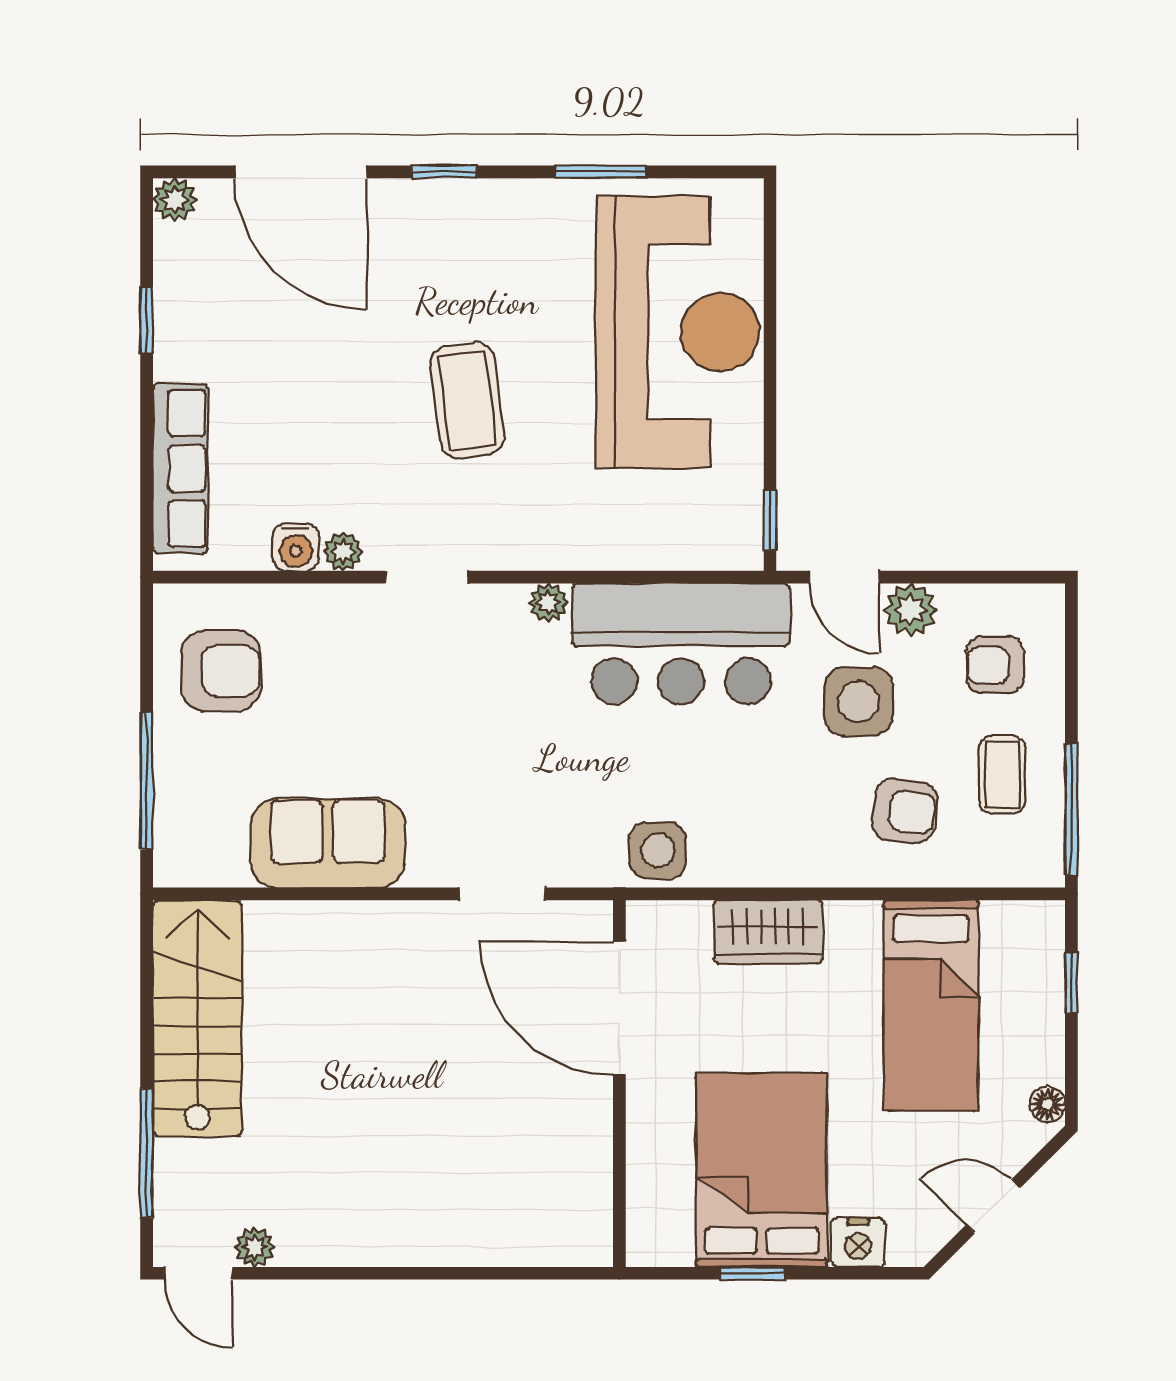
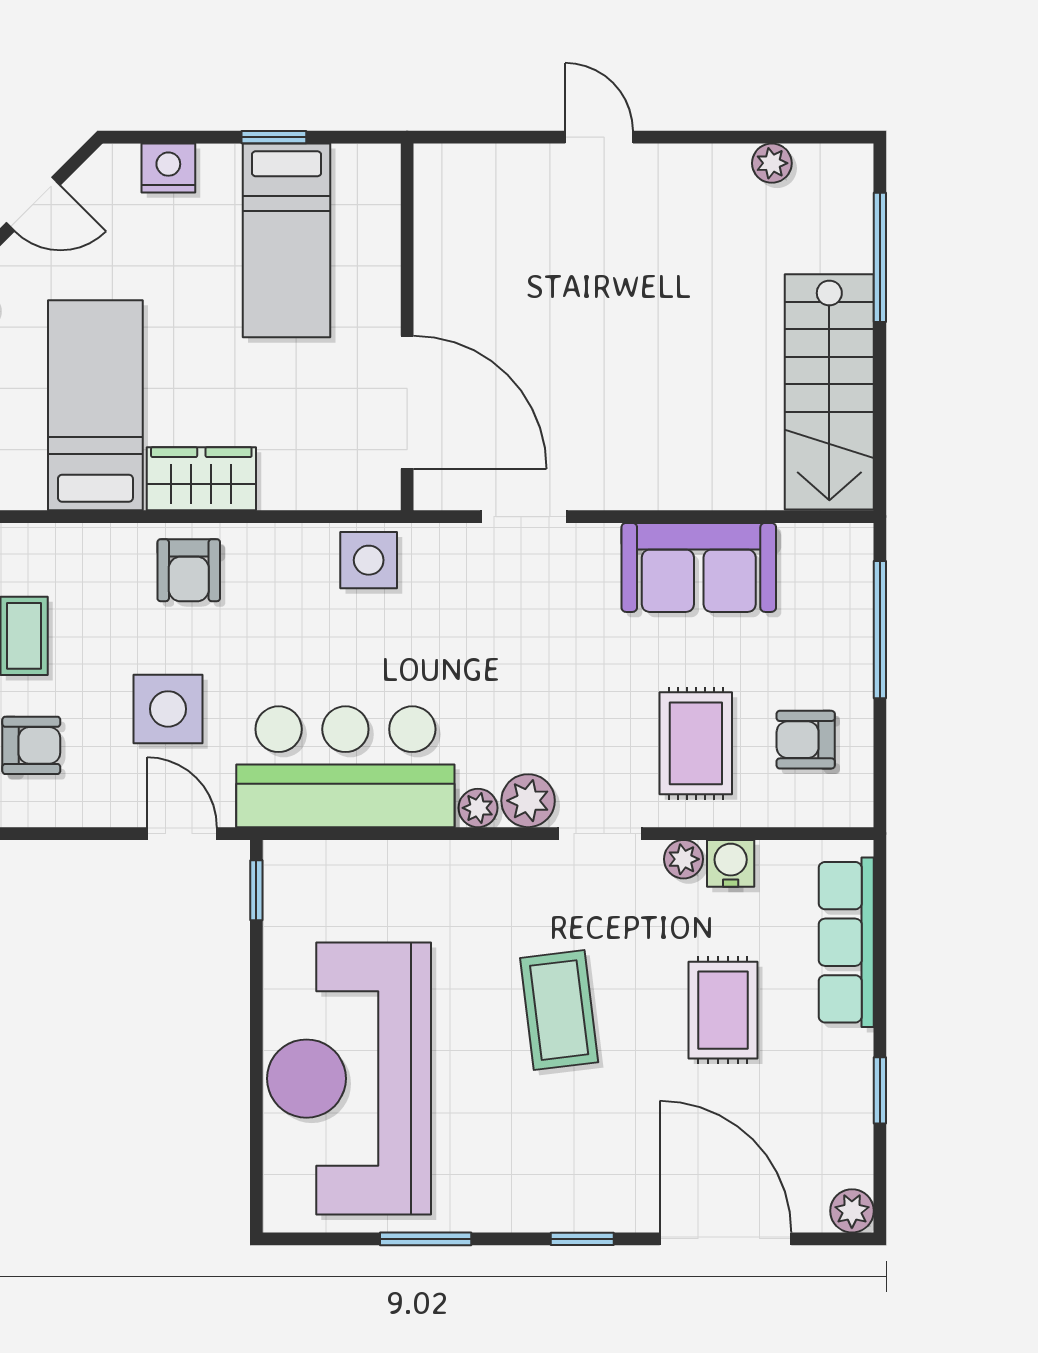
rug: (303, 400) -> (723, 1010), added
plant: (910, 610) -> (528, 801), moved
rug: (331, 667) -> (696, 743), added
armchair: (221, 671) -> (806, 740), width x0.72, depth x0.72
armchair: (905, 811) -> (189, 570), moved, turned -97
wardrobe: (768, 932) -> (201, 479), moved
bed: (762, 1170) -> (287, 240), width x0.67
door: (199, 1273) -> (599, 137), moved

